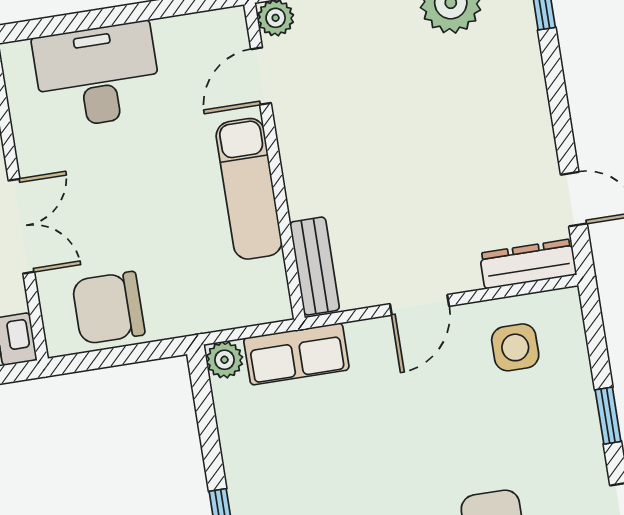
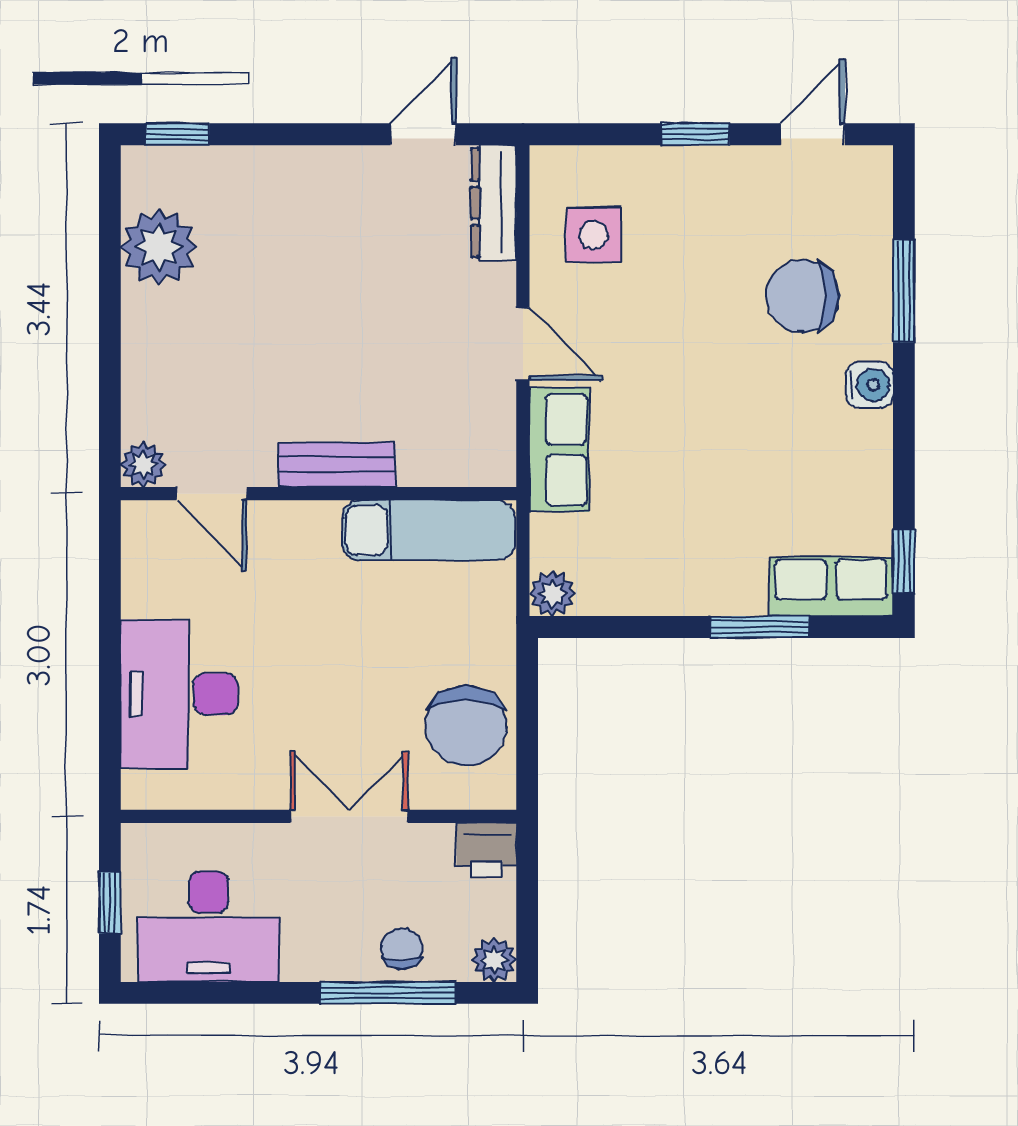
exam couch: (249, 189) -> (429, 530), moved
bench: (315, 266) -> (337, 465), moved
row of seats: (296, 354) -> (559, 450), moved

